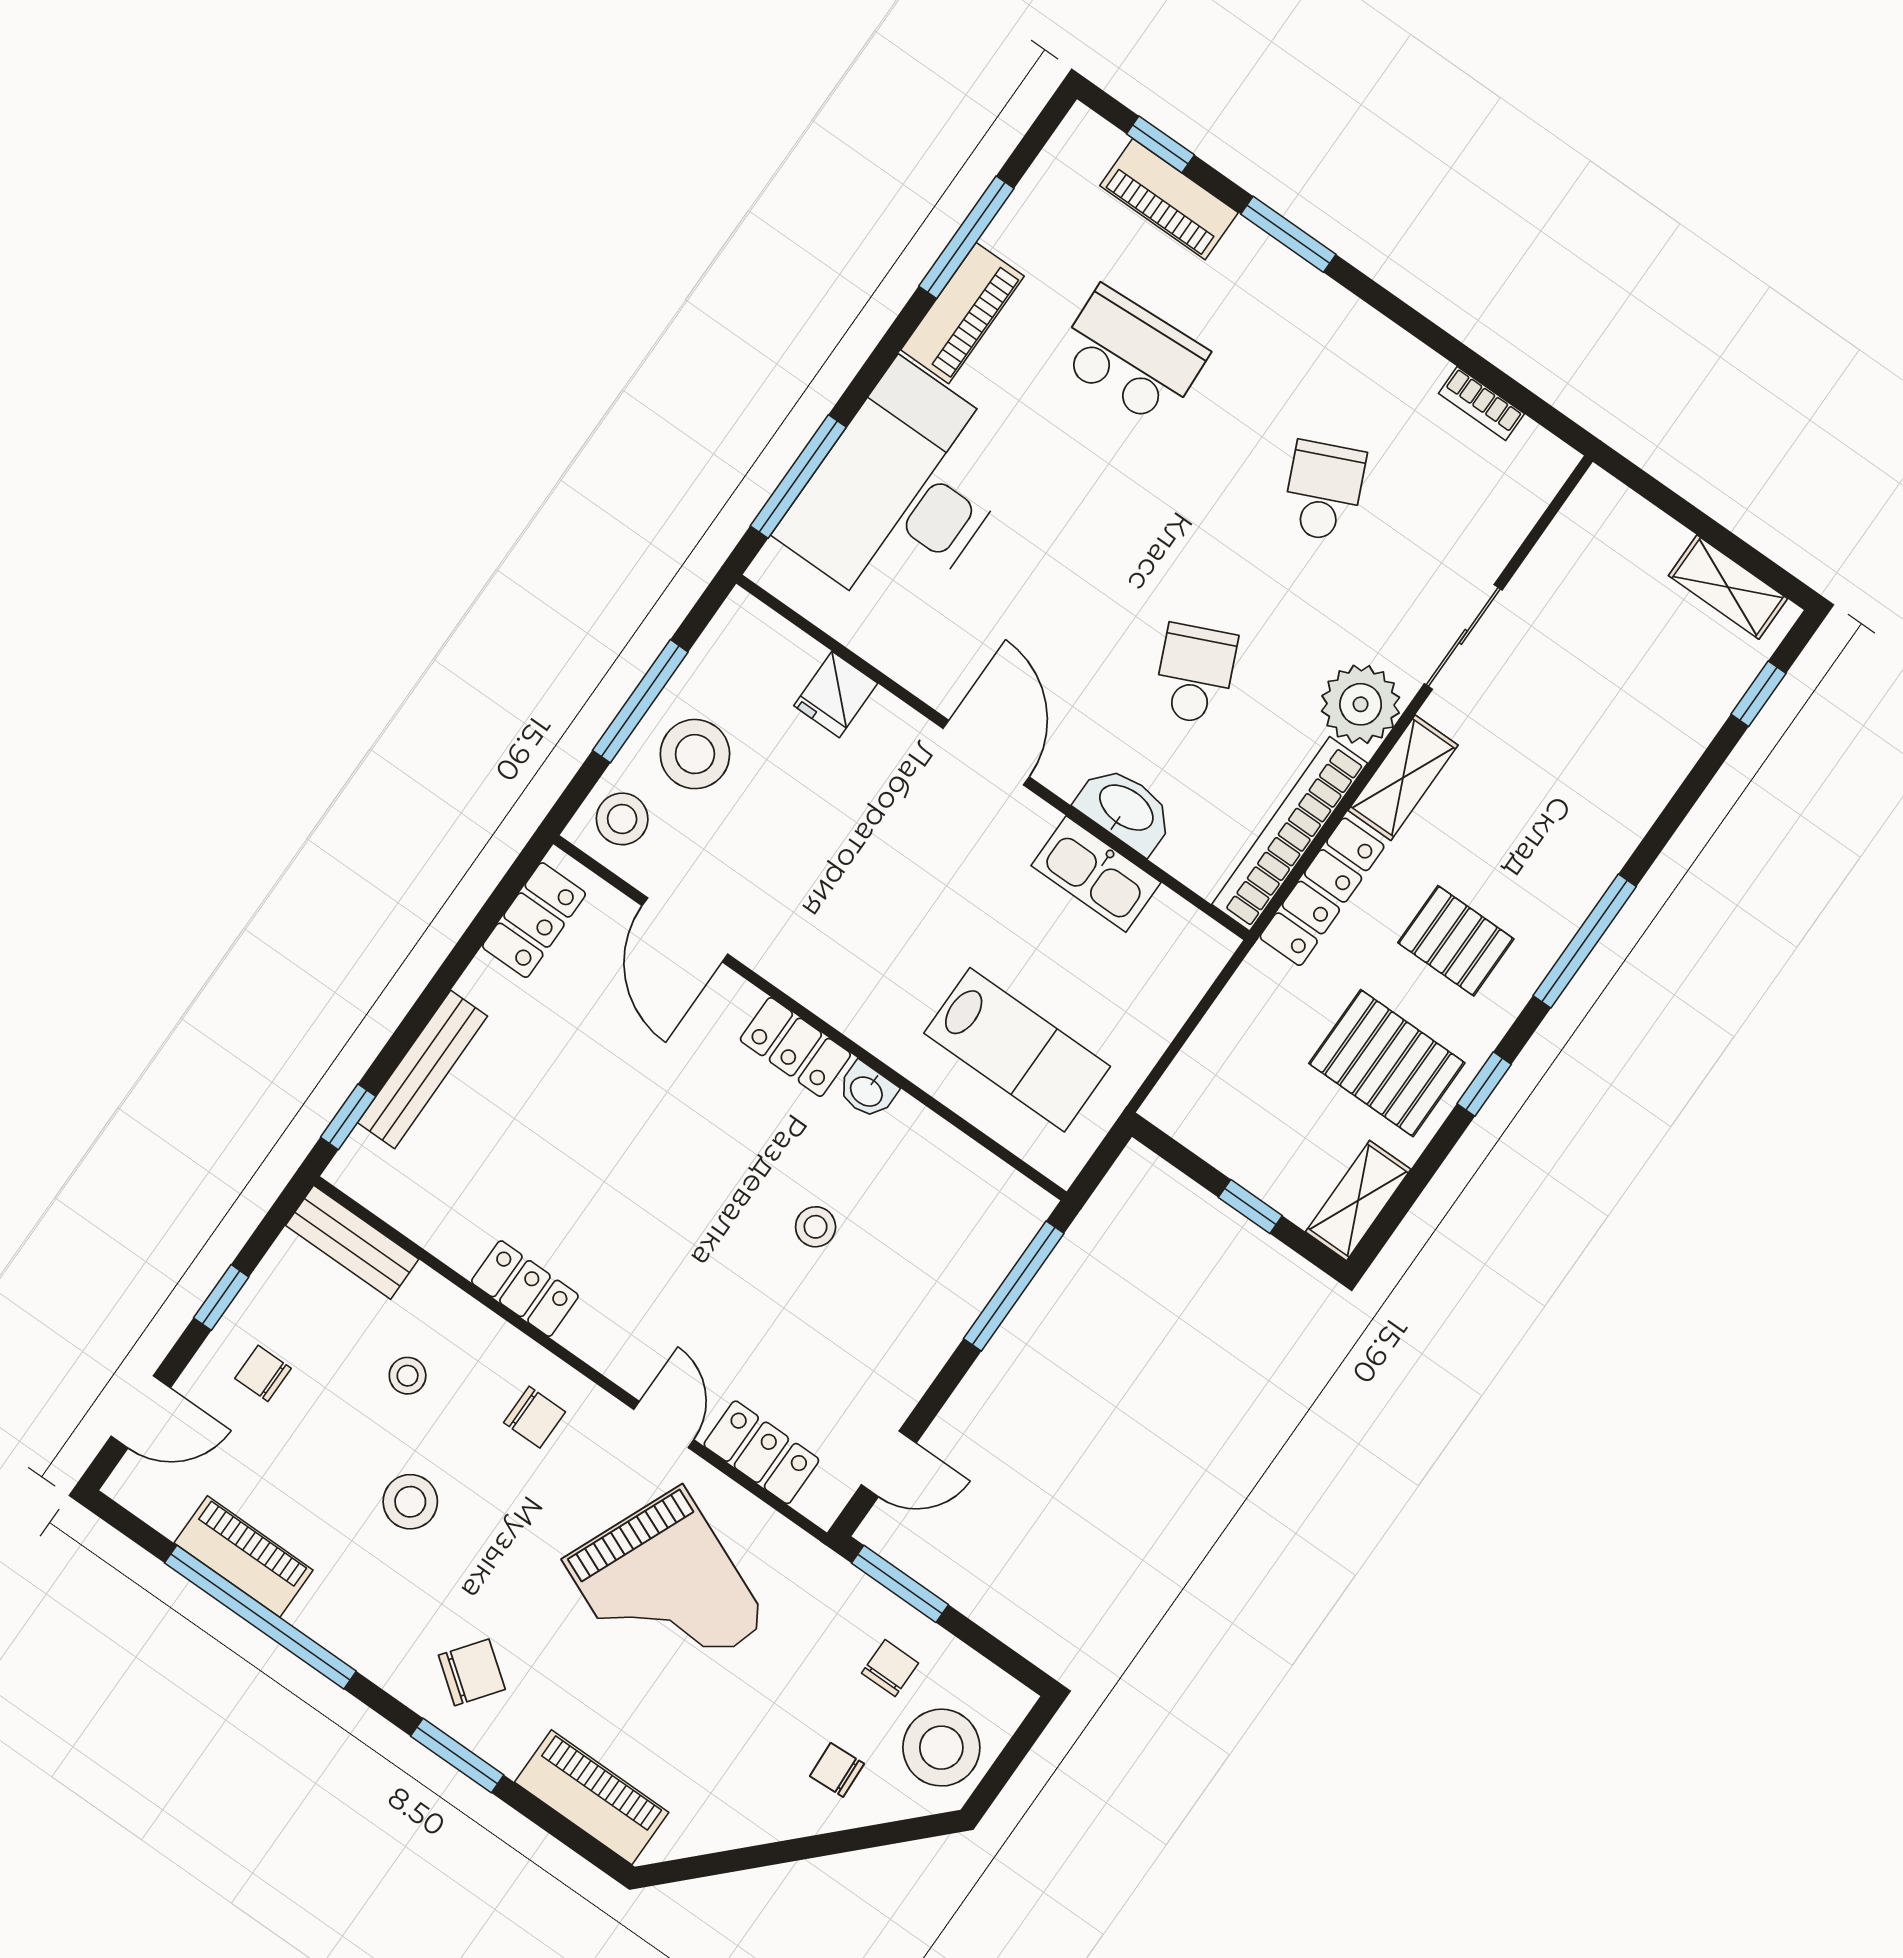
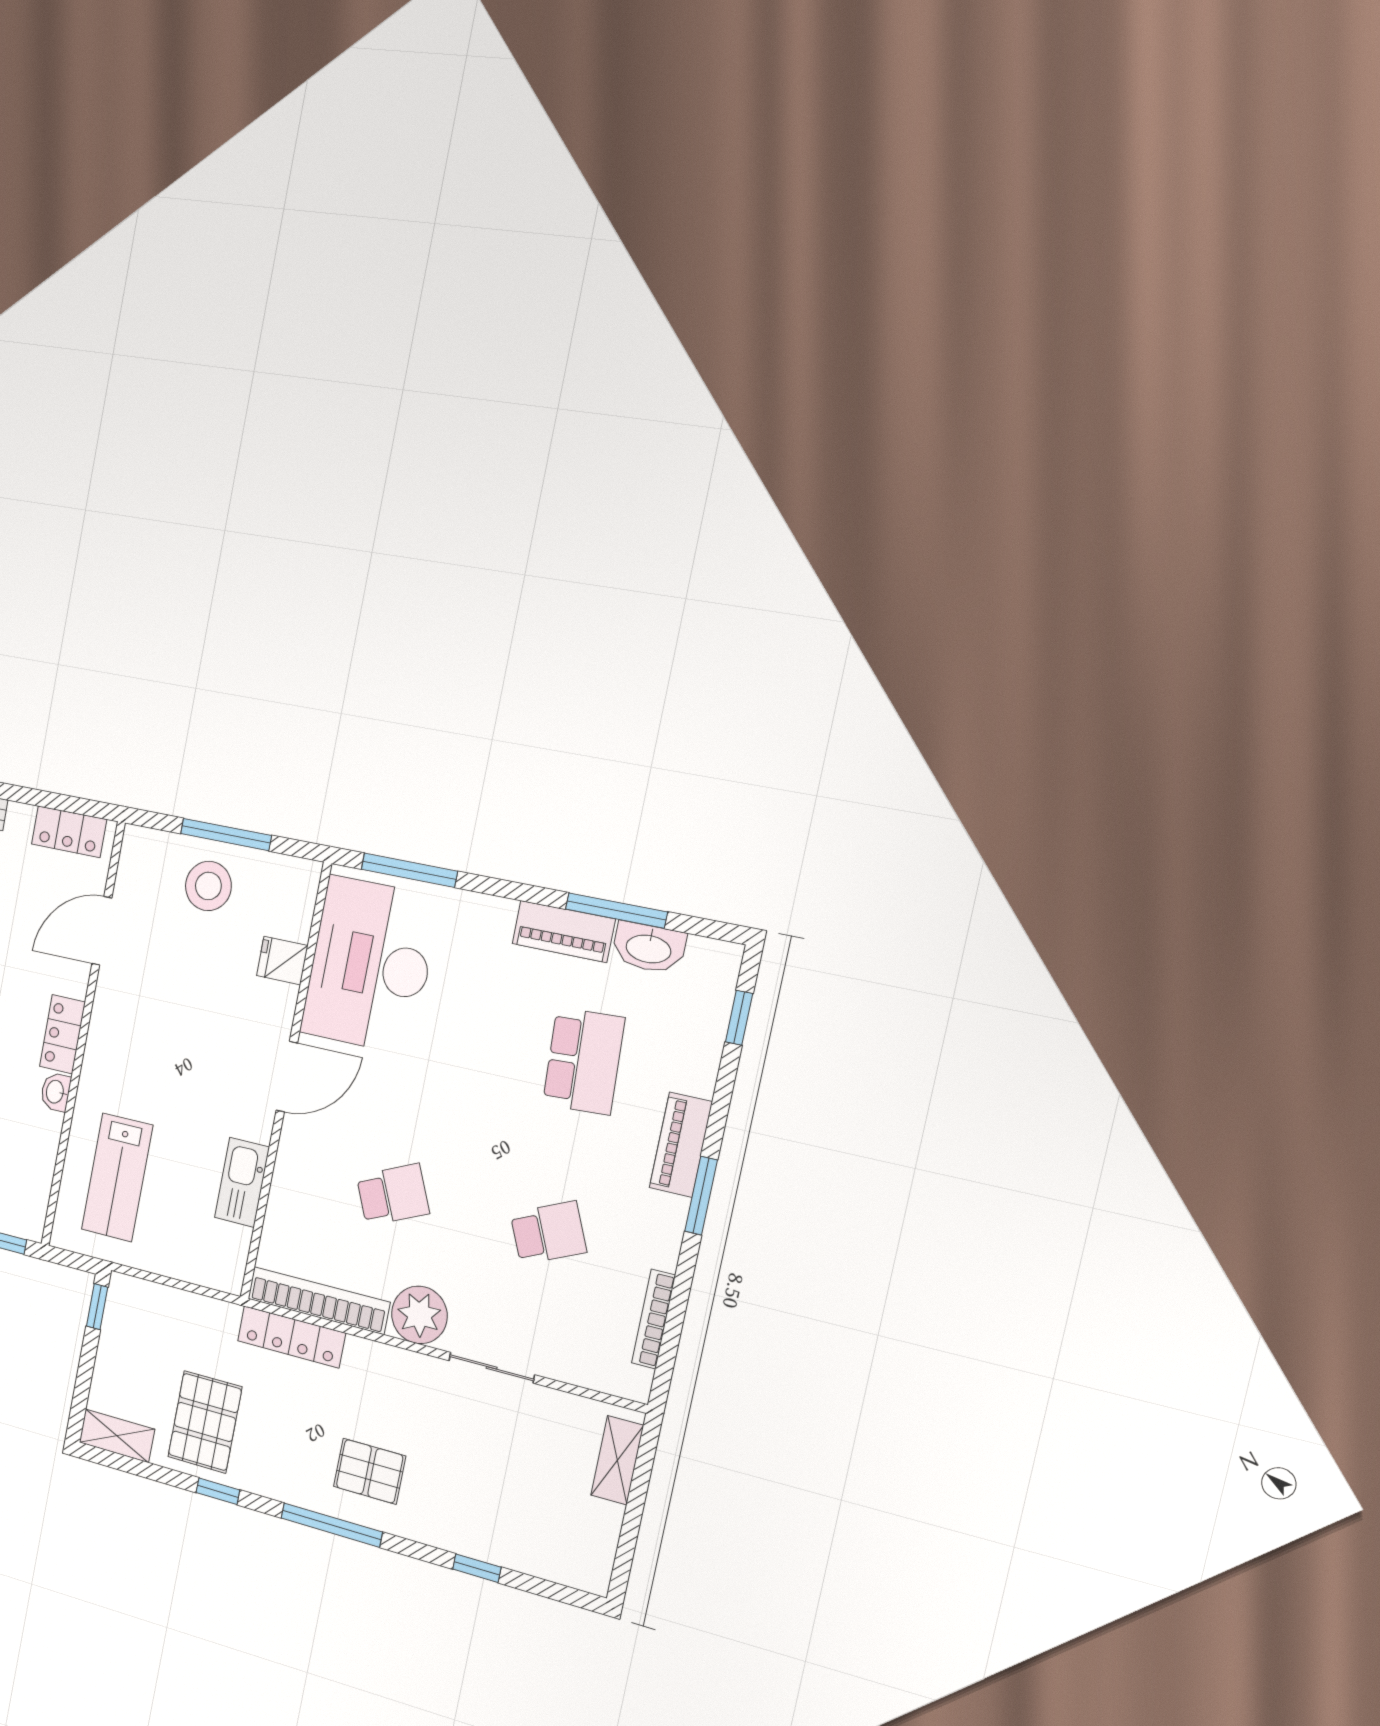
piano: (1169, 199) -> (681, 1145), moved
window: (1288, 234) -> (701, 1196), moved
bookcase: (1481, 404) -> (654, 1319), width x1.56
desk: (902, 492) -> (370, 965), moved, turned -90
shelving: (1728, 587) -> (617, 1460), moved
window: (1758, 694) -> (477, 1568), moved
shelving: (1403, 778) -> (384, 1362), removed
washbasin: (1125, 809) -> (649, 948), moved, turned 90
stool: (622, 819) -> (151, 858), removed
pallet: (1456, 941) -> (370, 1471), moved, turned 90
window: (1250, 1207) -> (97, 1307), moved

